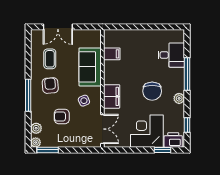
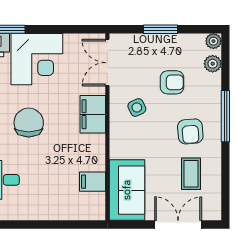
sofa: (90, 67) -> (127, 190), moved
window: (48, 150) -> (161, 29), moved

